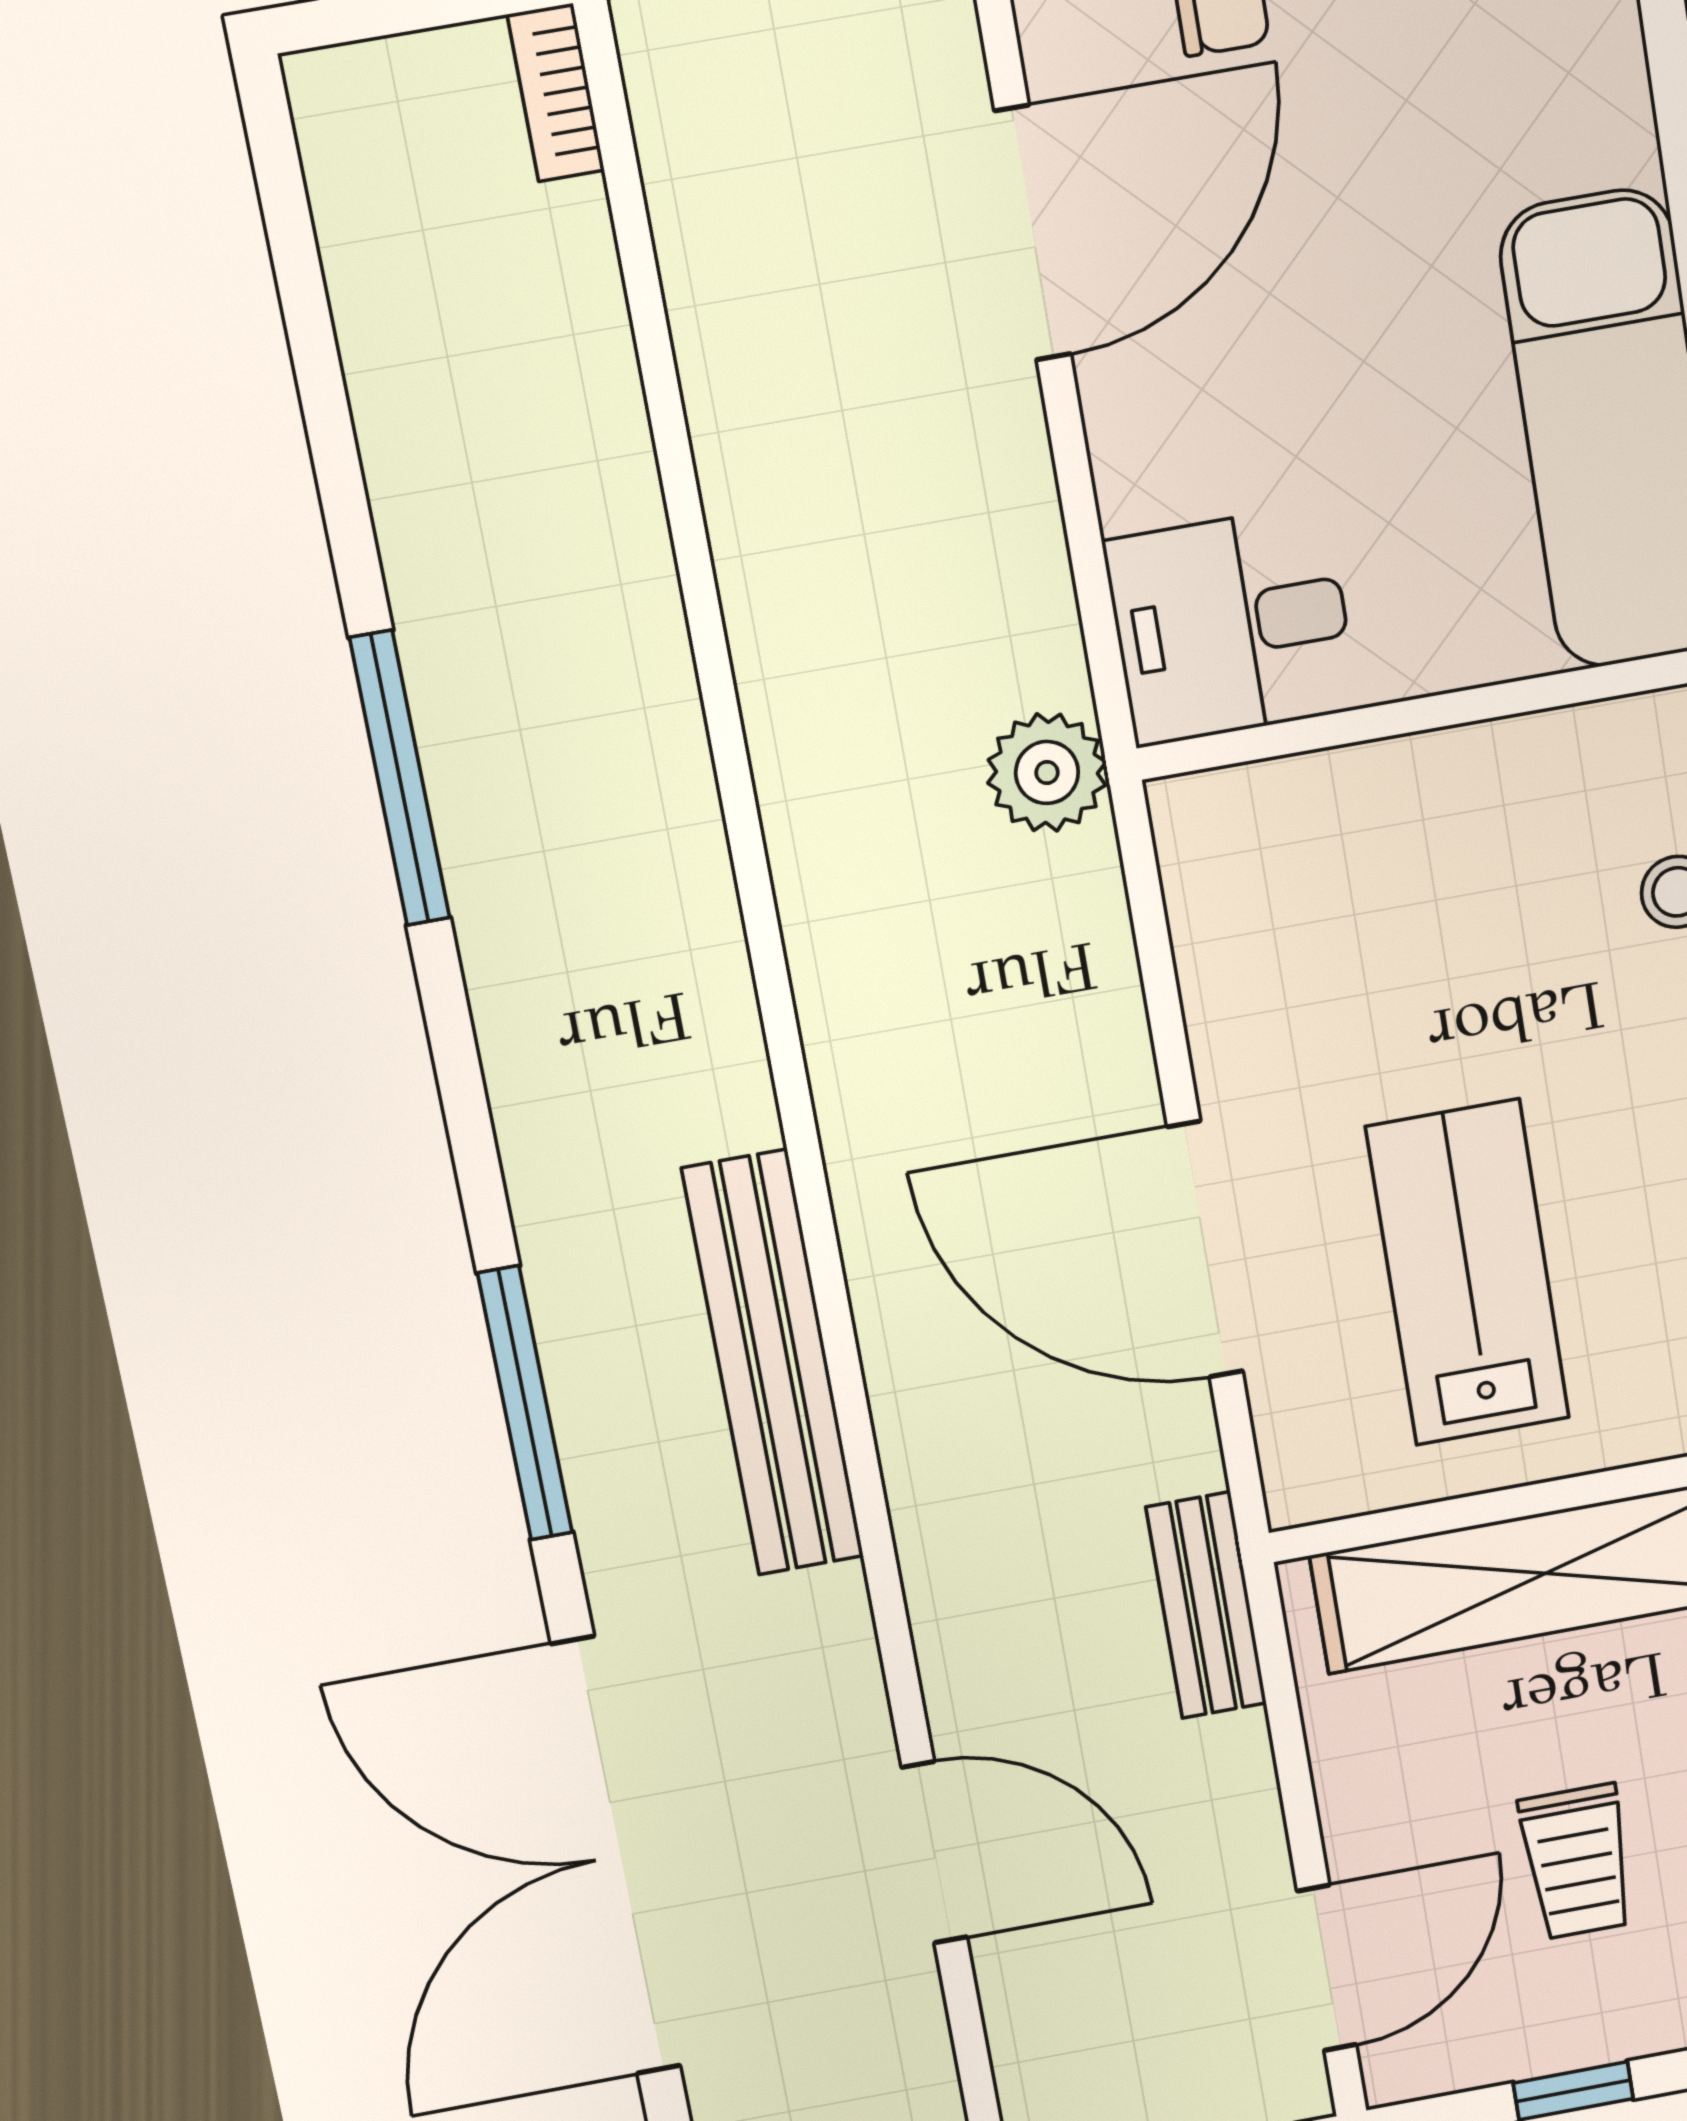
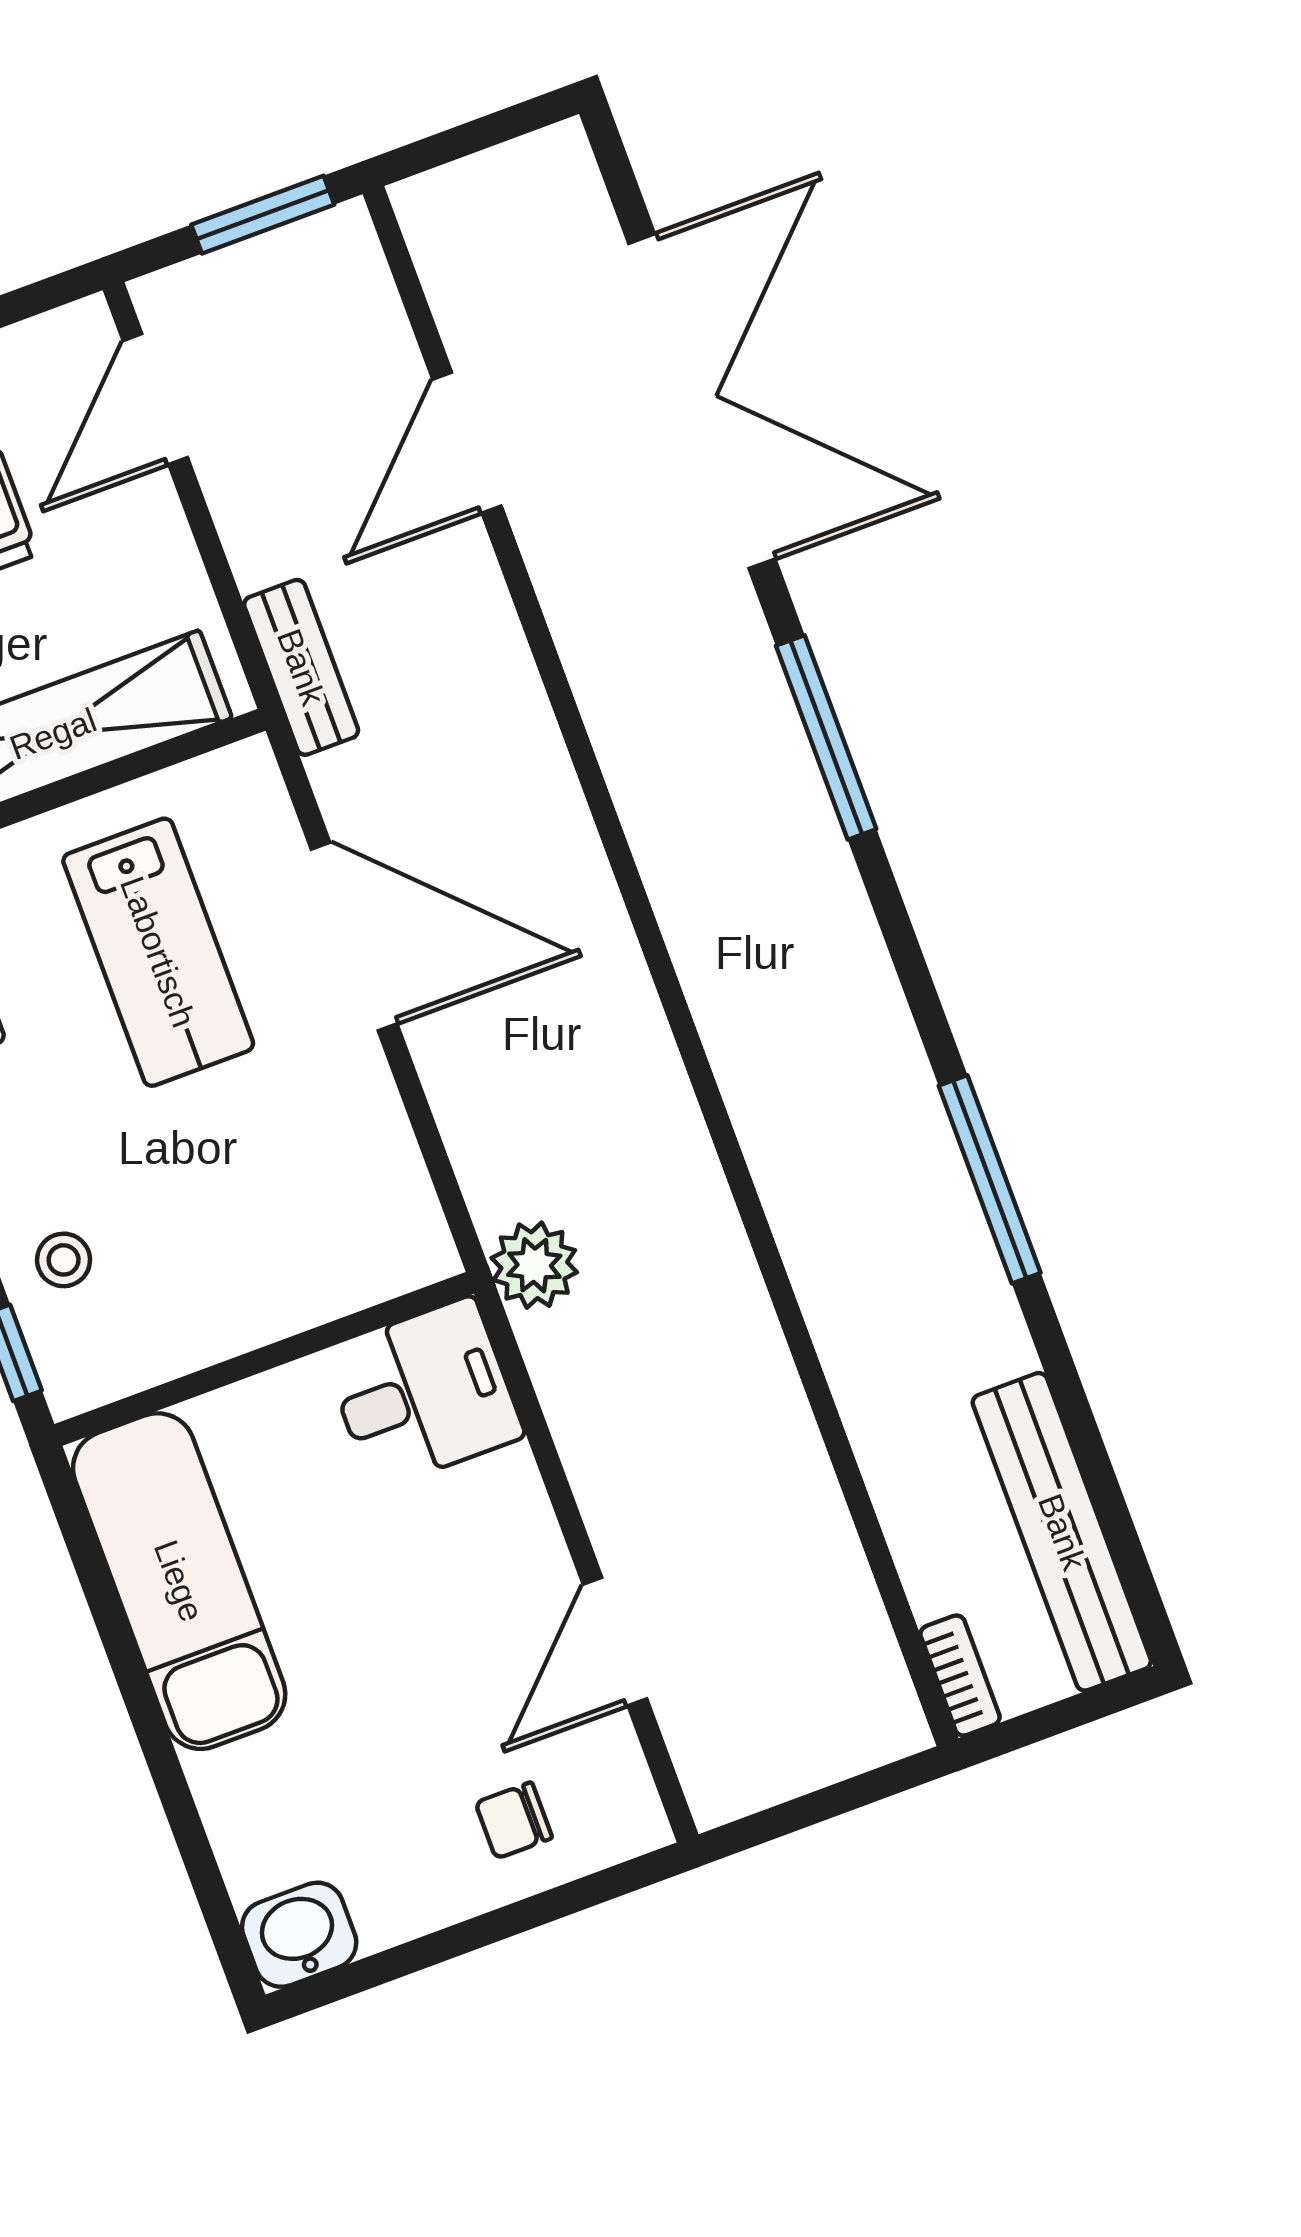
door: (1033, 233) -> (615, 1642), width x0.73
bench: (773, 1363) -> (1062, 1532), moved
door: (934, 1852) -> (467, 443), hinge flipped

